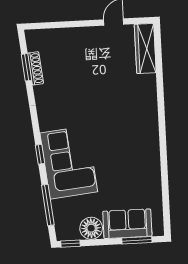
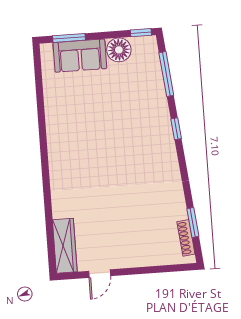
shoe rack: (35, 68) -> (186, 238), moved
corner sofa: (69, 162) -> (145, 121), removed

